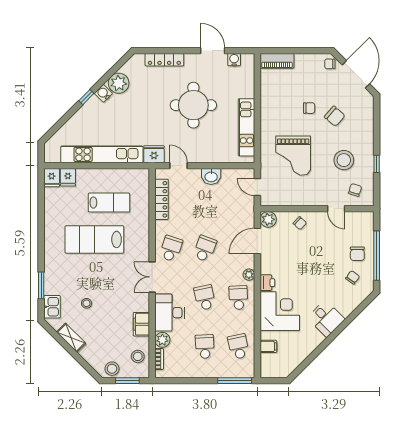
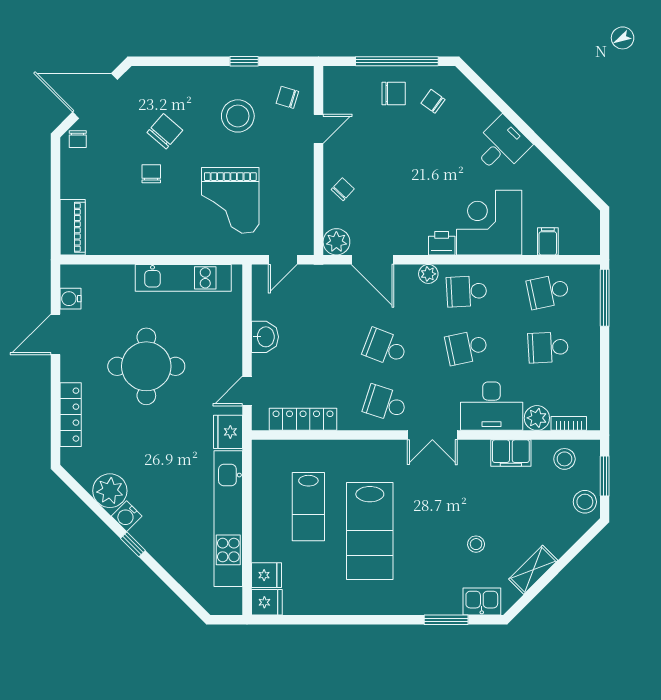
grand piano: (293, 156) -> (230, 200), turned 90
lab bench: (109, 203) -> (308, 507), turned 180

